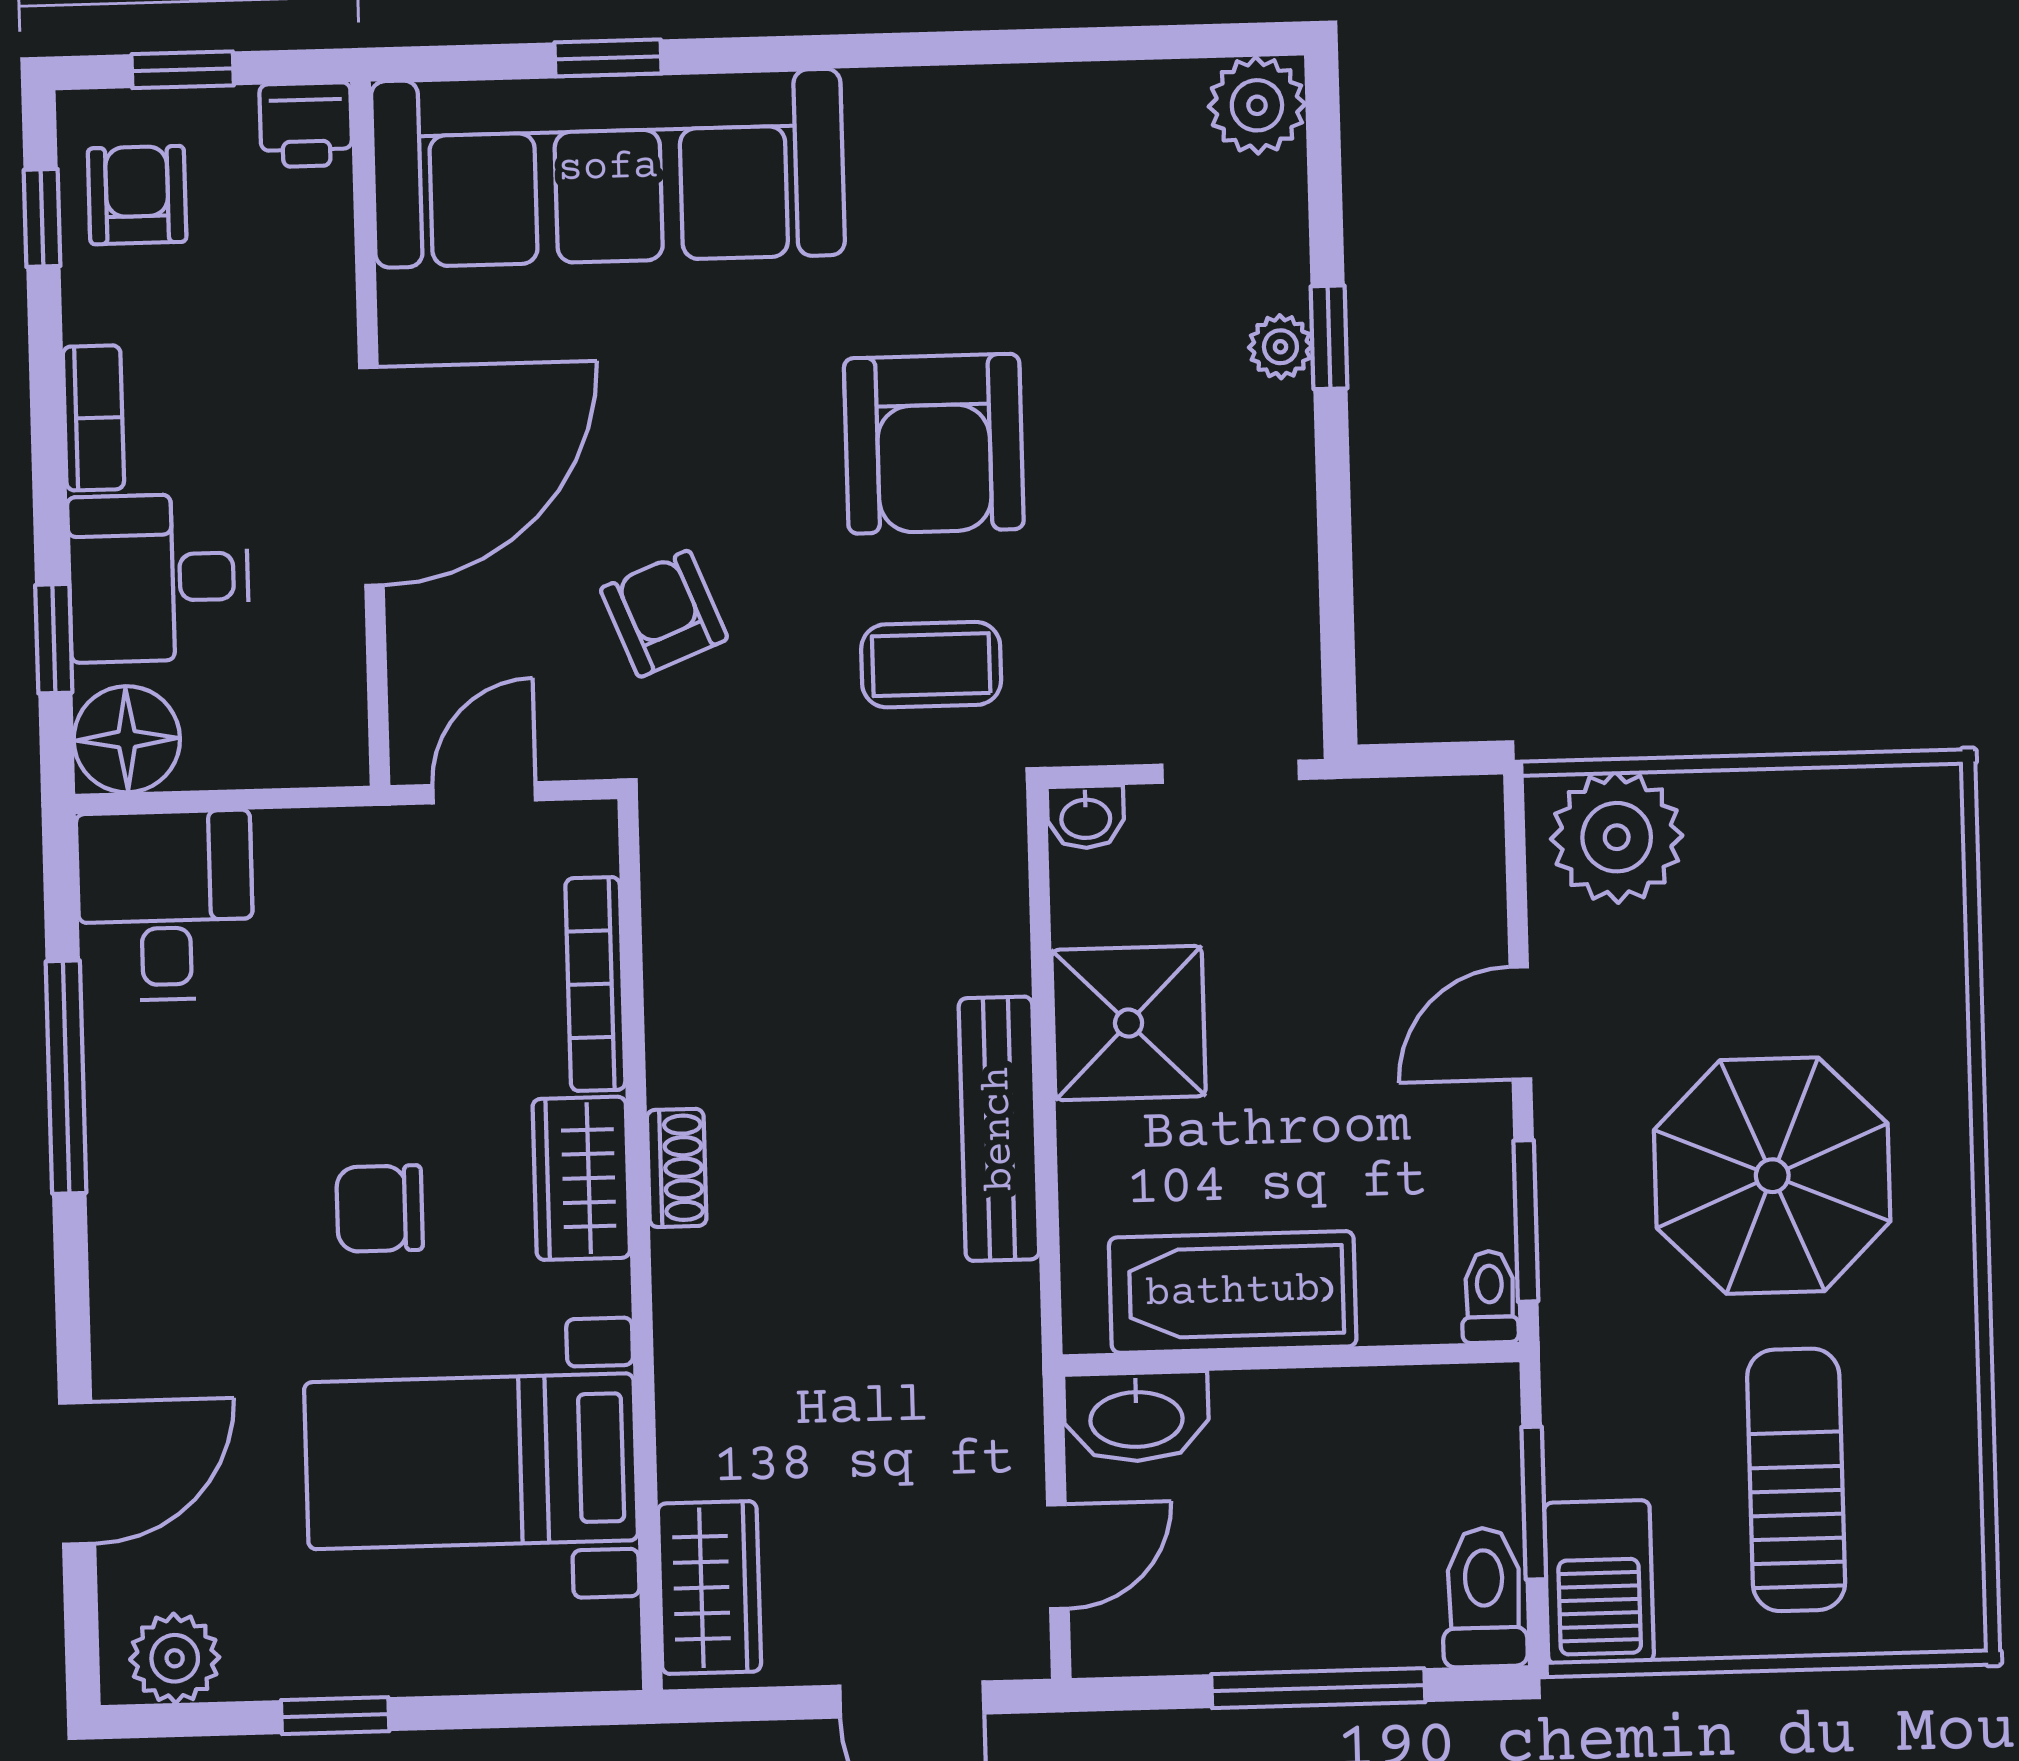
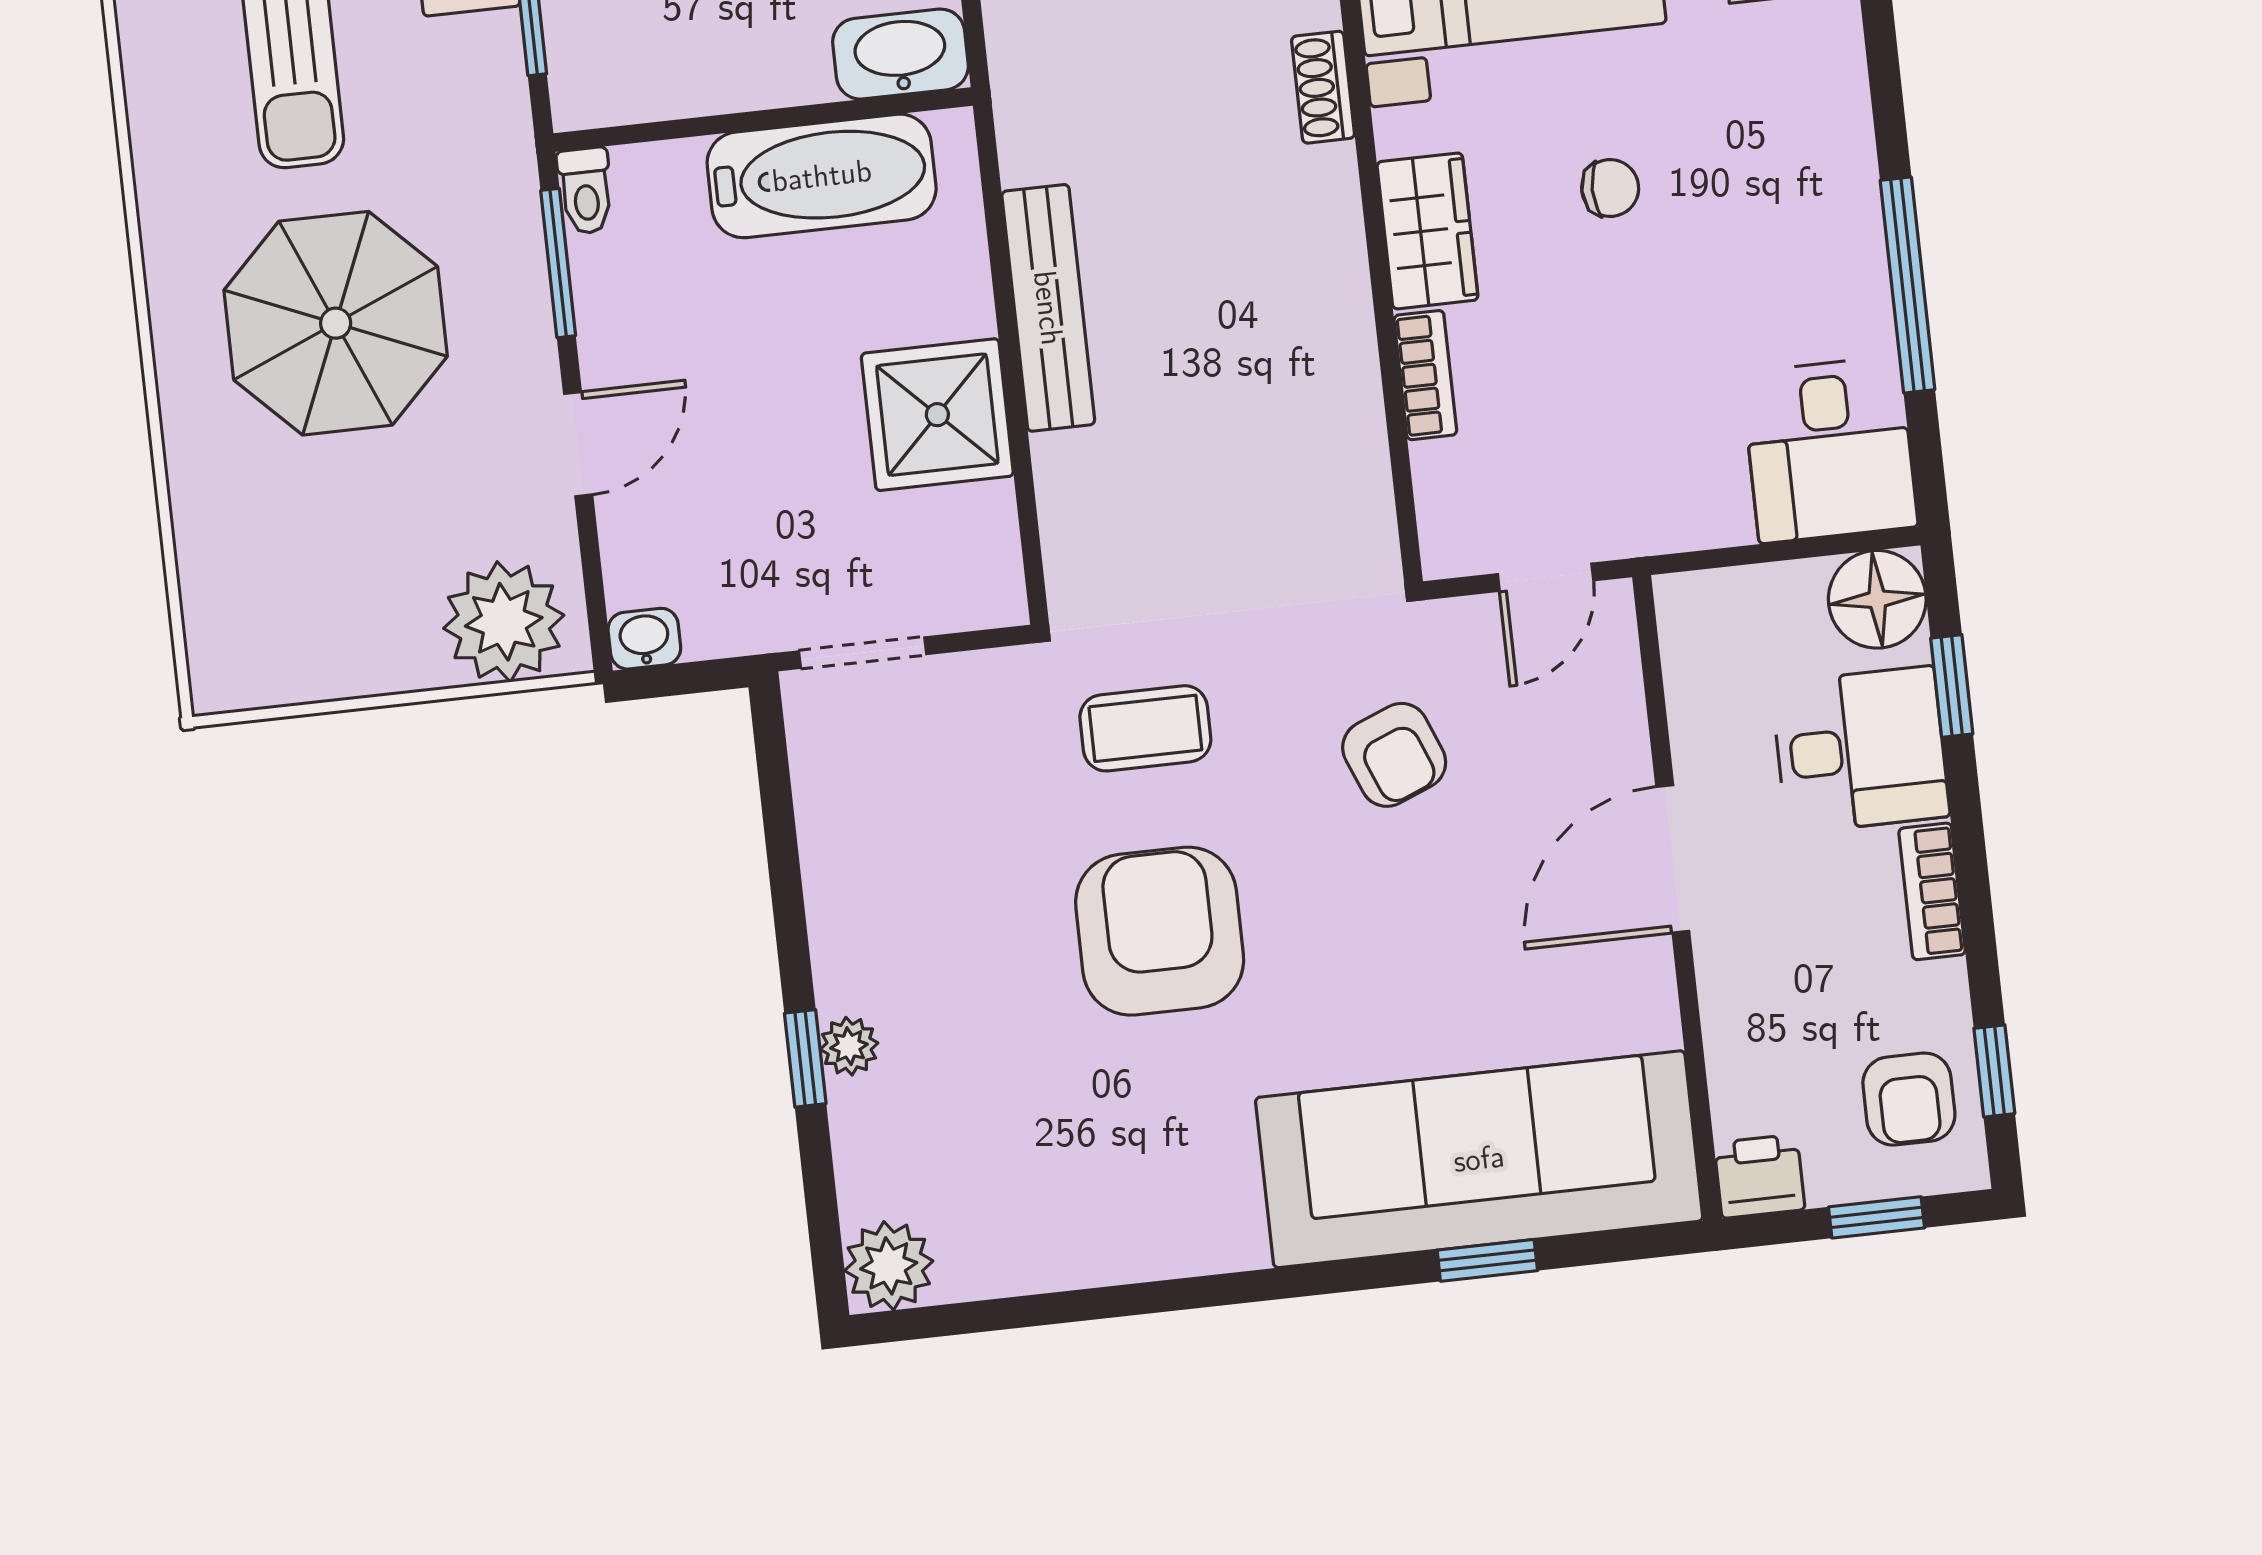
door: (371, 476) -> (1673, 859), width x0.73
washbasin: (1086, 817) -> (644, 639), moved
bookcase: (595, 984) -> (1425, 375), width x0.64
shoe rack: (677, 1168) -> (1323, 87), moved
chair: (380, 1209) -> (1610, 188), width x0.73, depth x0.73

